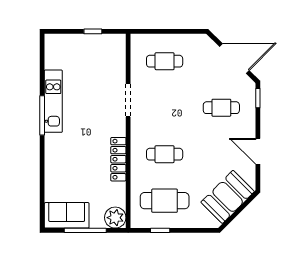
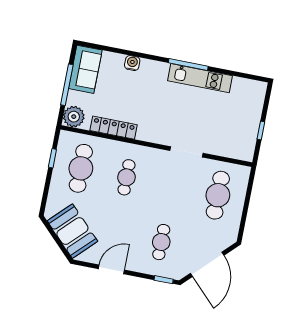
cafe table: (165, 61) -> (218, 195), width x1.37, depth x1.35
locker: (118, 159) -> (114, 128), moved
water cooler: (52, 171) -> (132, 63), added

